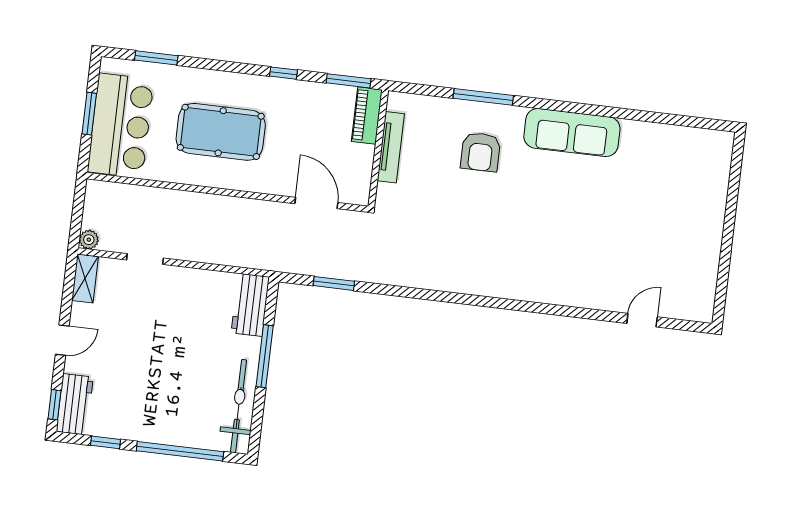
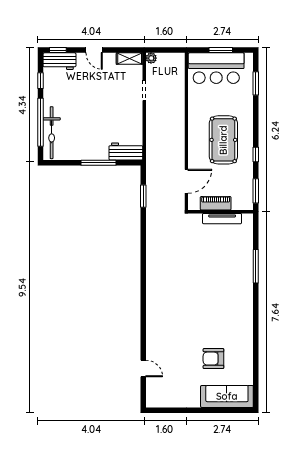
piano: (367, 116) -> (216, 203), moved
pool table: (221, 132) -> (223, 140), moved
sofa: (572, 132) -> (227, 396), moved, turned 90
armchair: (481, 152) -> (213, 359), moved
bicycle: (239, 406) -> (52, 133), moved, turned 90

